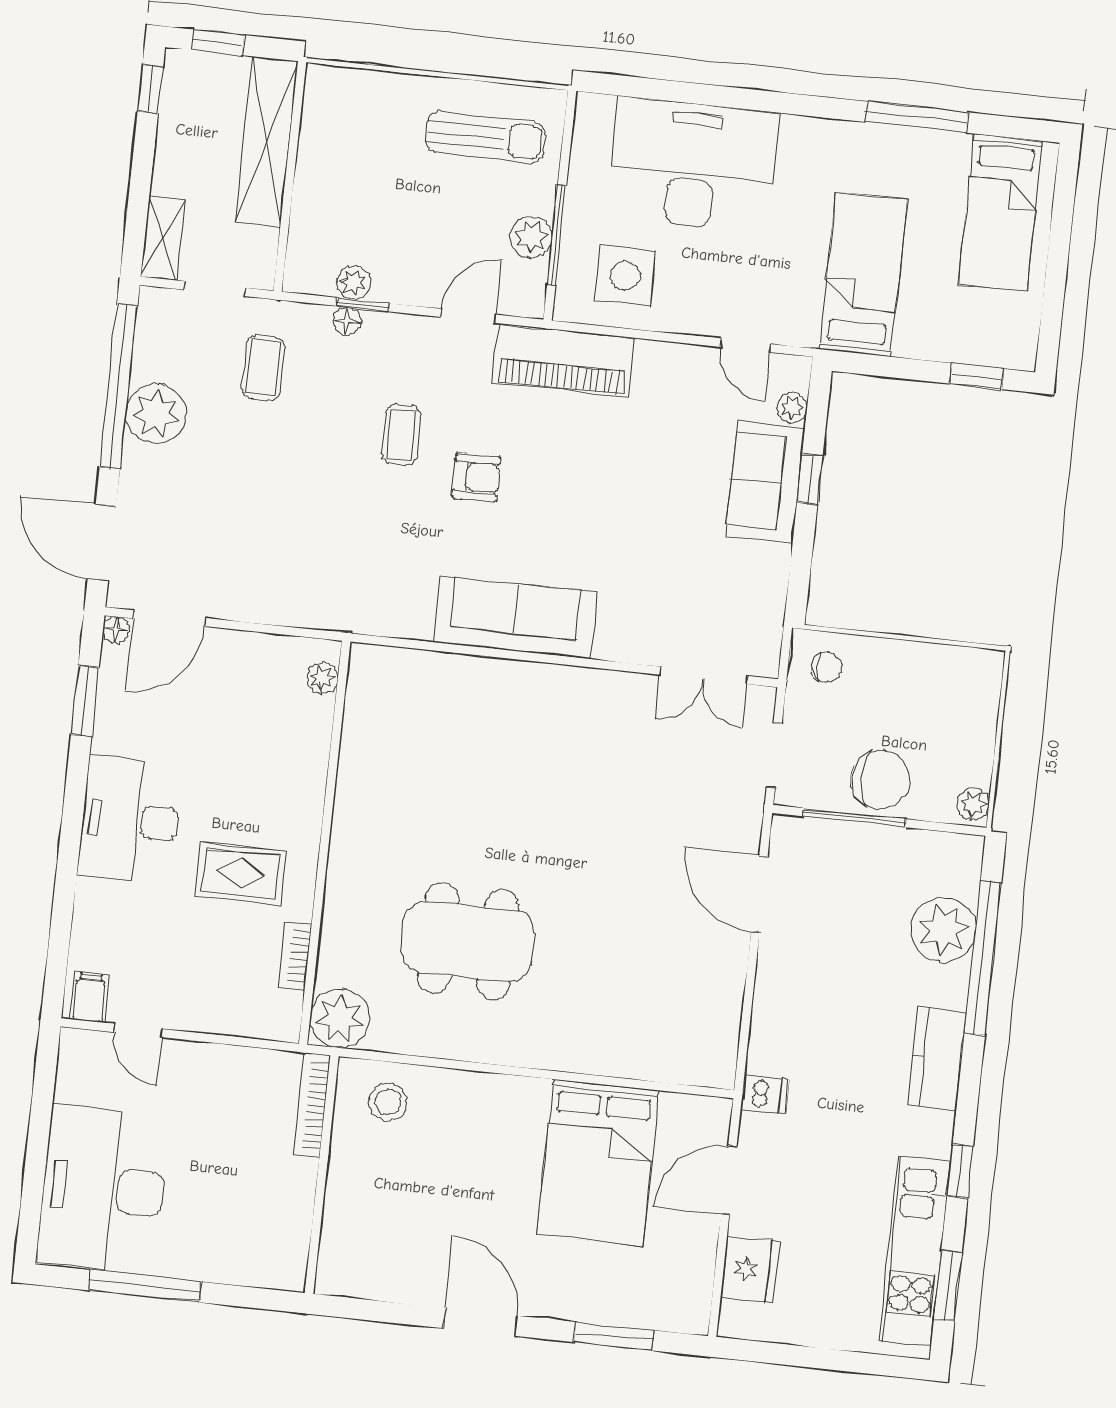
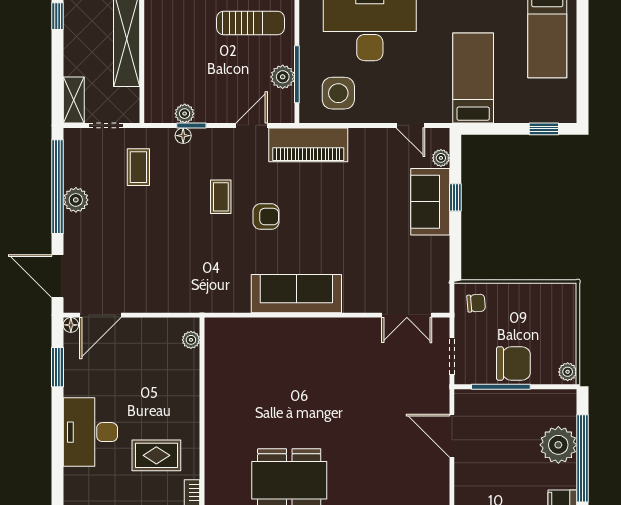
plant: (156, 414) -> (76, 200), width x0.73, depth x0.73

